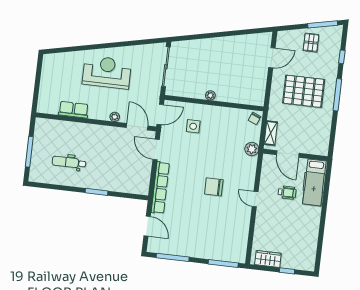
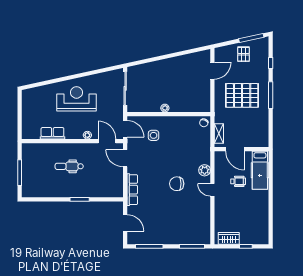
door: (160, 114) -> (125, 129), hinge flipped
plant: (252, 149) -> (205, 170), moved
dental chair: (69, 162) -> (69, 166), moved
row of seats: (160, 188) -> (132, 190), width x0.73

